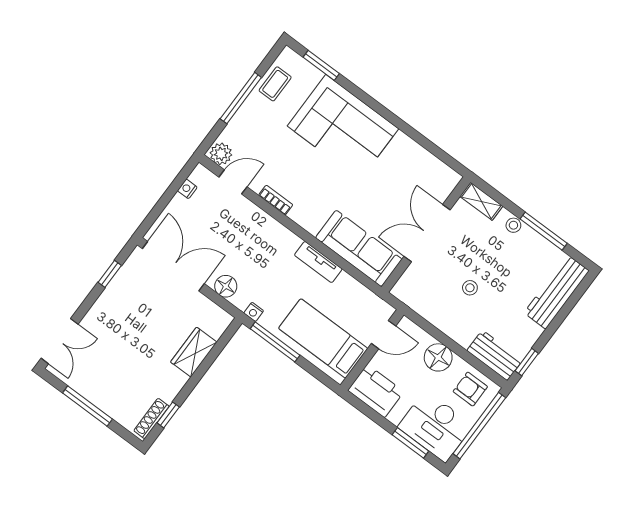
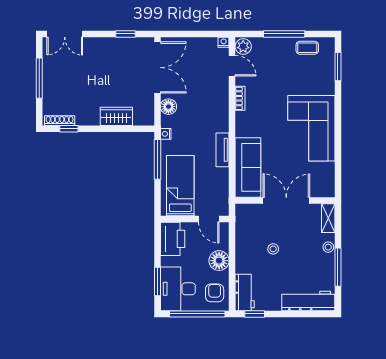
corner sofa: (343, 127) -> (311, 128), moved
nightstand: (187, 189) -> (224, 42), moved

